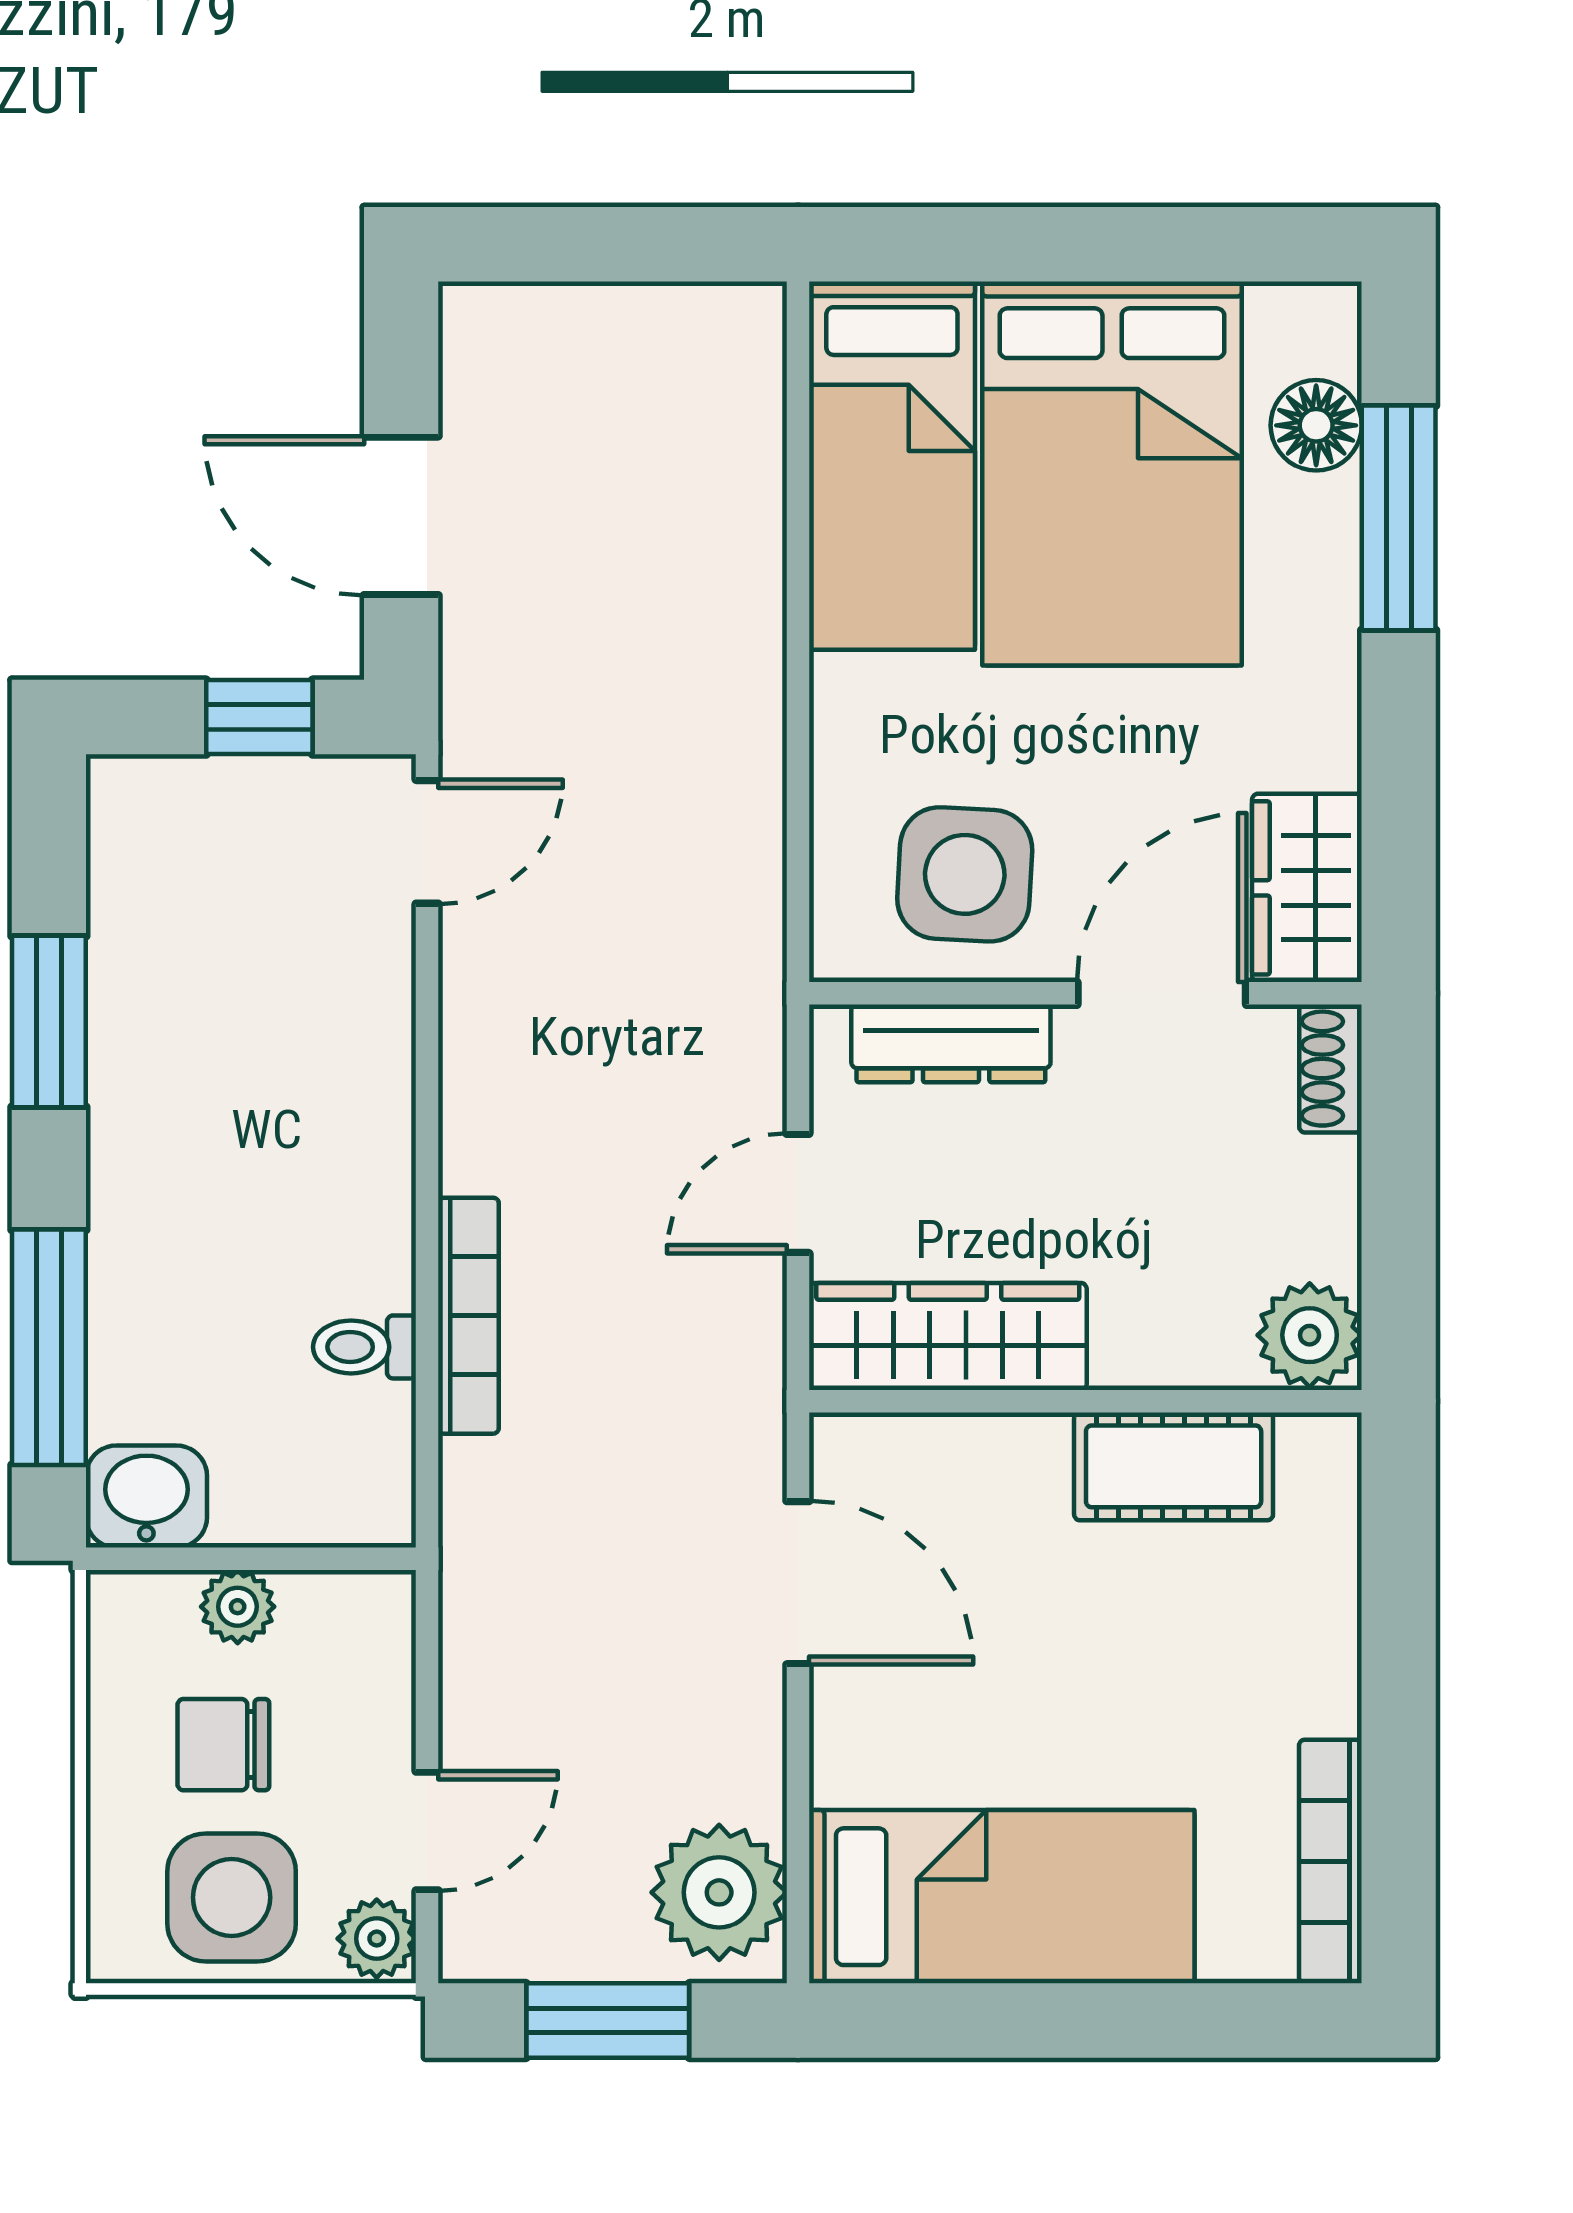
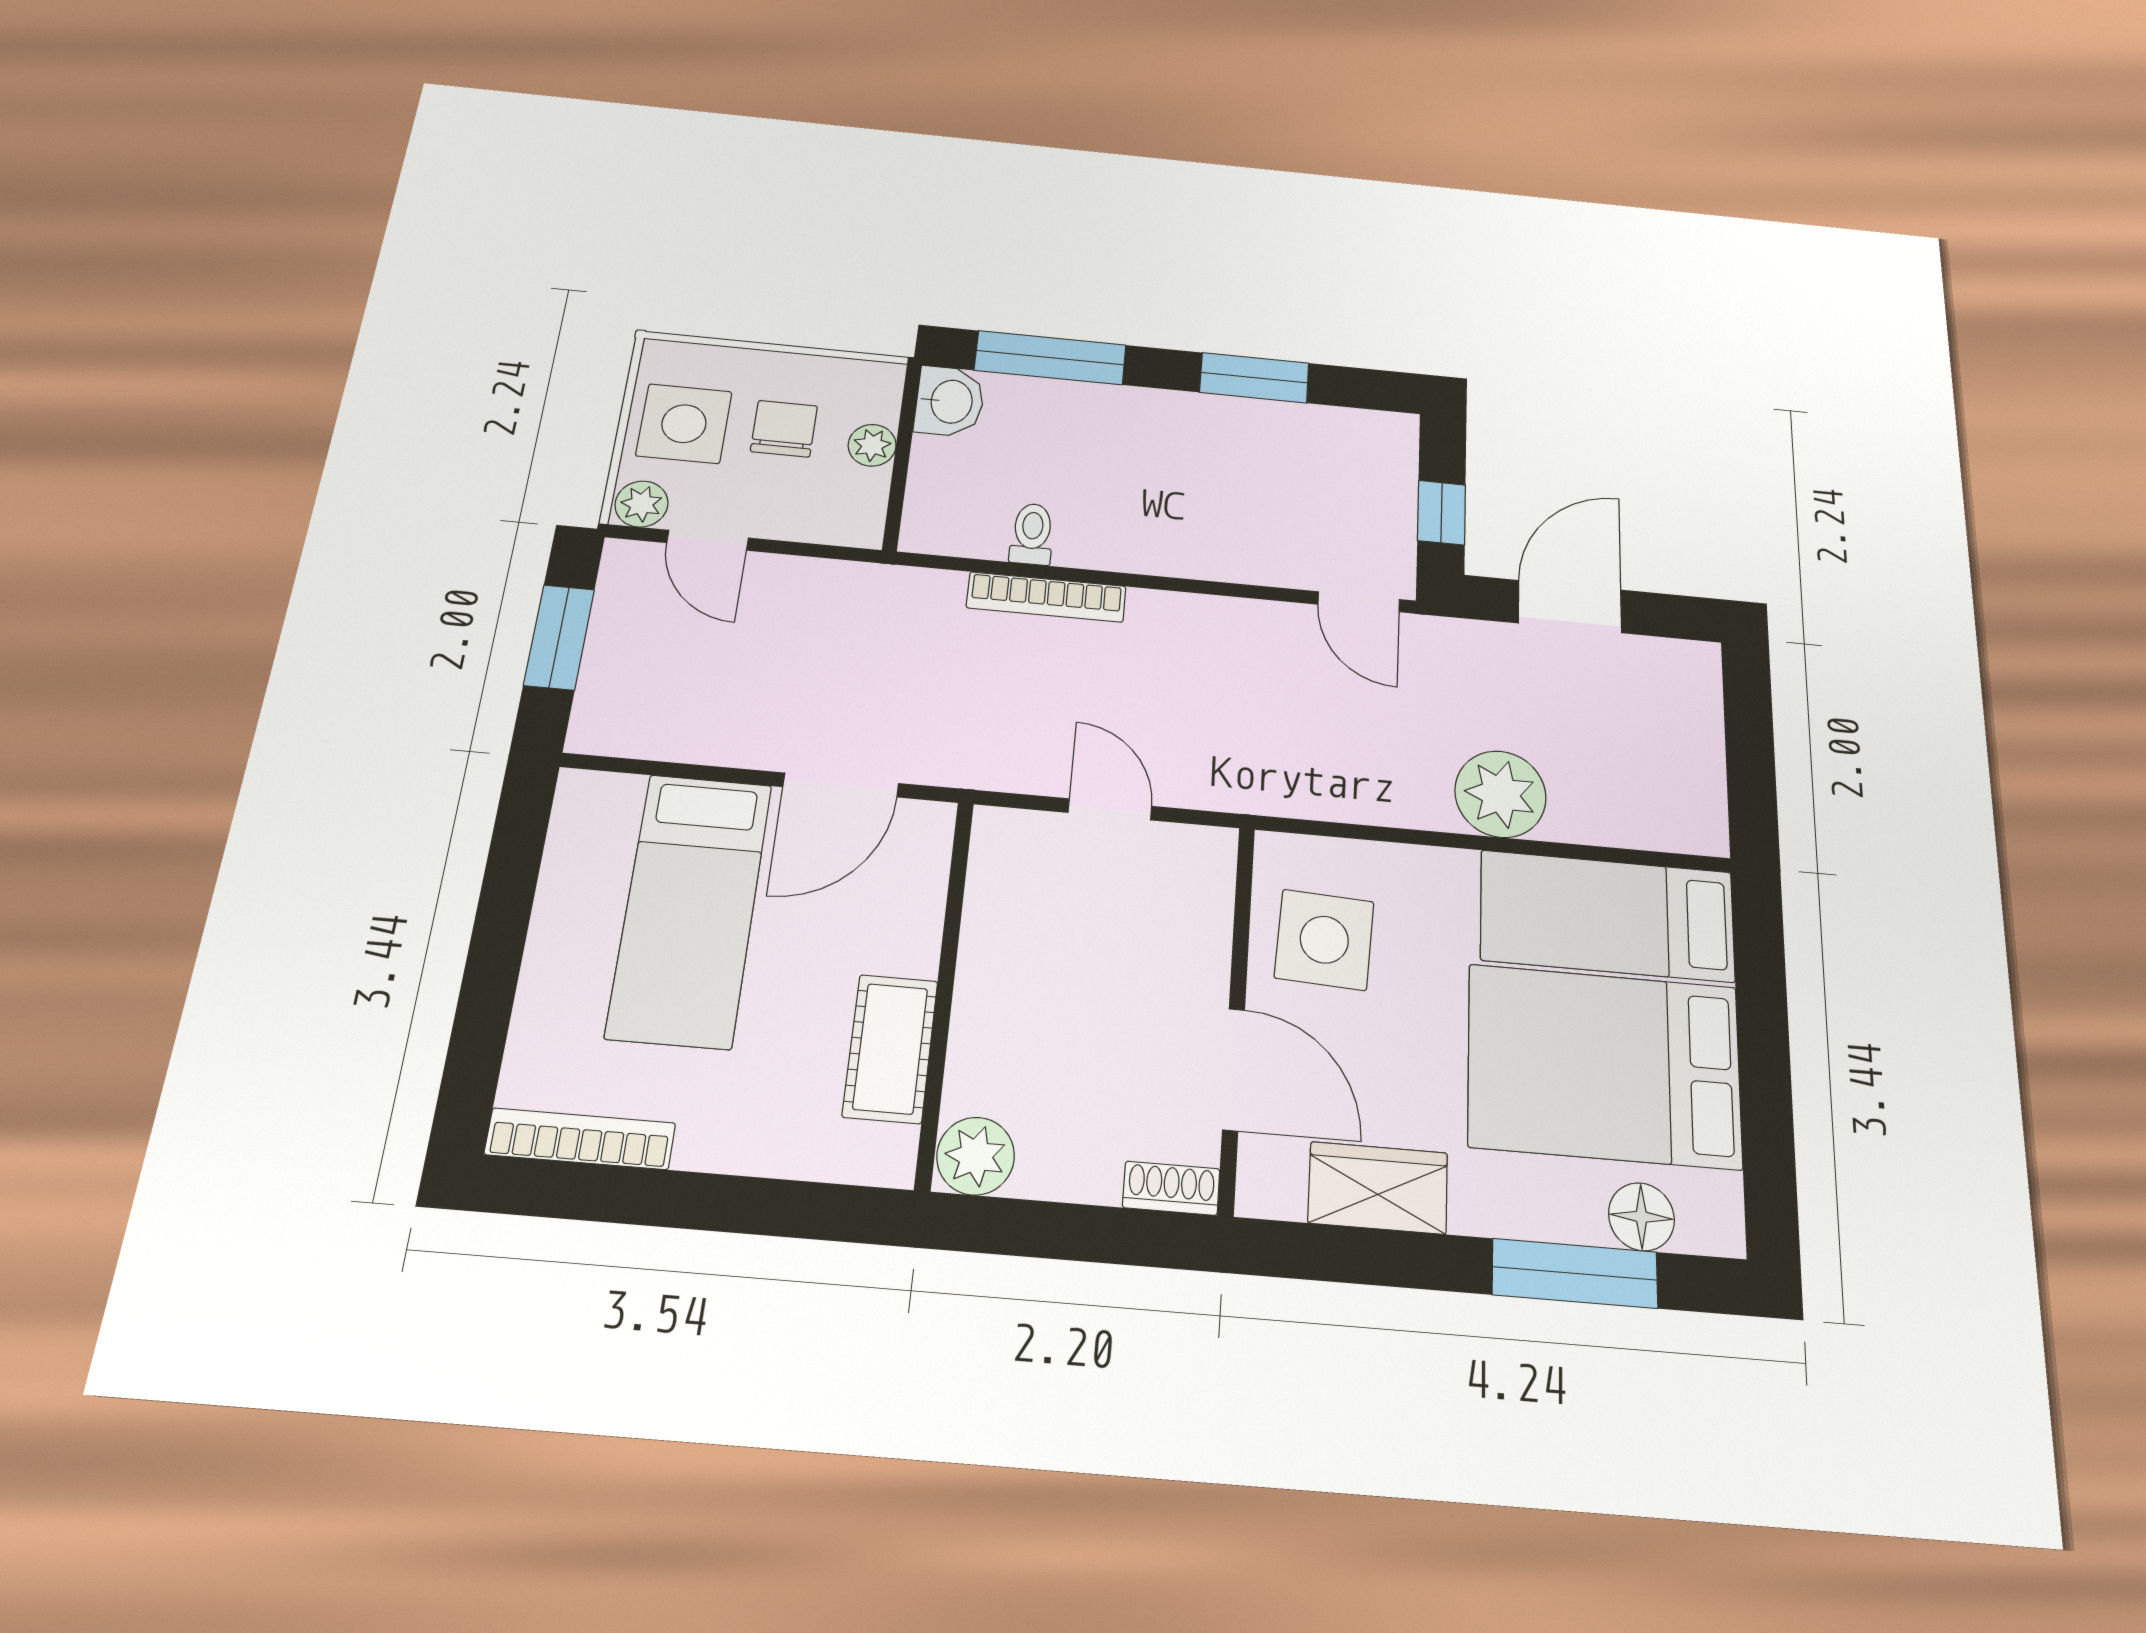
wardrobe: (1307, 888) -> (1378, 1188), moved
dresser: (951, 1043) -> (1207, 920), removed
wardrobe: (948, 1336) -> (1001, 900), removed
plant: (719, 1892) -> (1500, 794), moved
bed: (1002, 1897) -> (690, 909), moved

